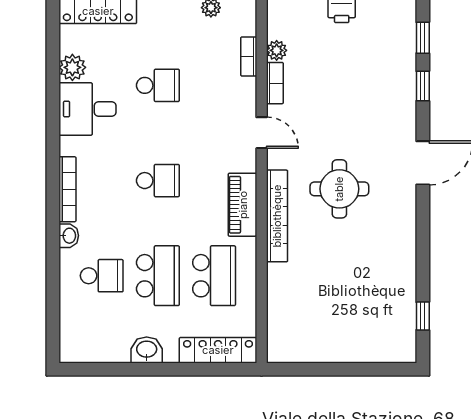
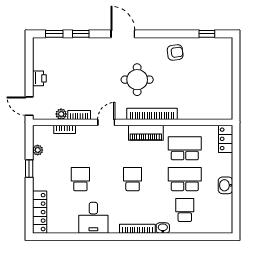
plant: (72, 67) -> (71, 226), removed
armchair: (389, 258) -> (175, 52), added
locker: (218, 350) -> (226, 139), width x0.66

